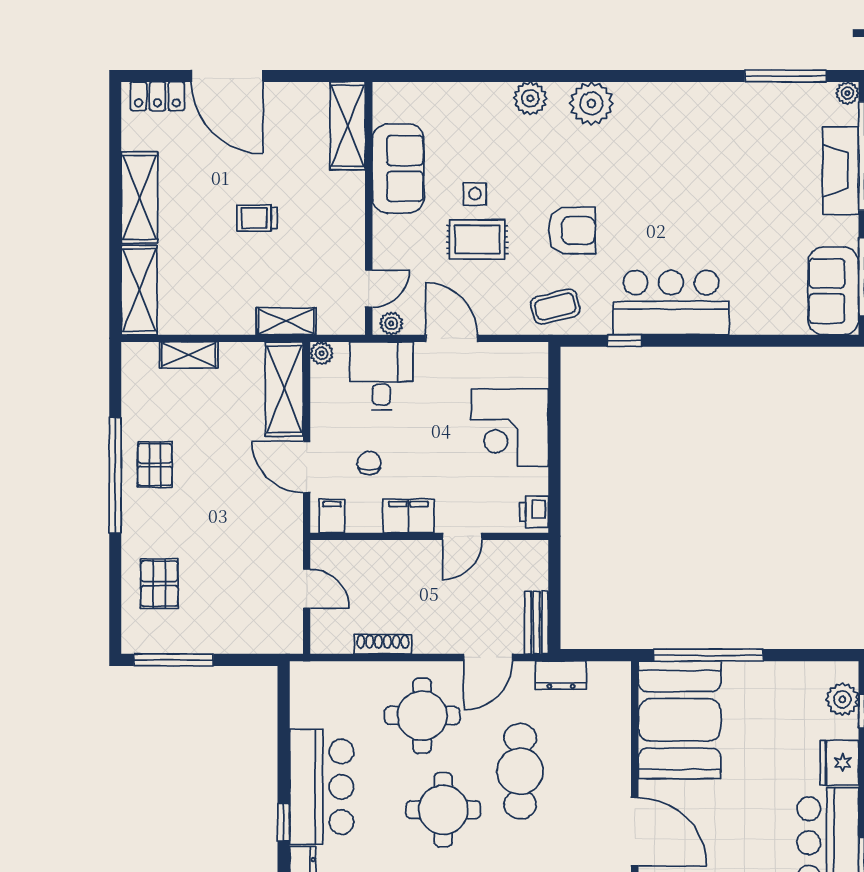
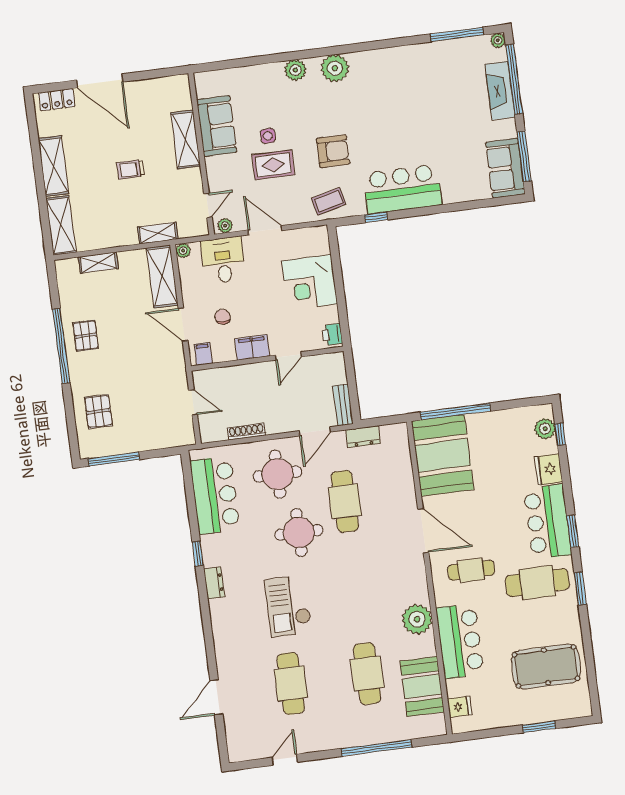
shelving: (348, 126) -> (186, 139), moved
bar counter: (322, 787) -> (215, 495), moved

